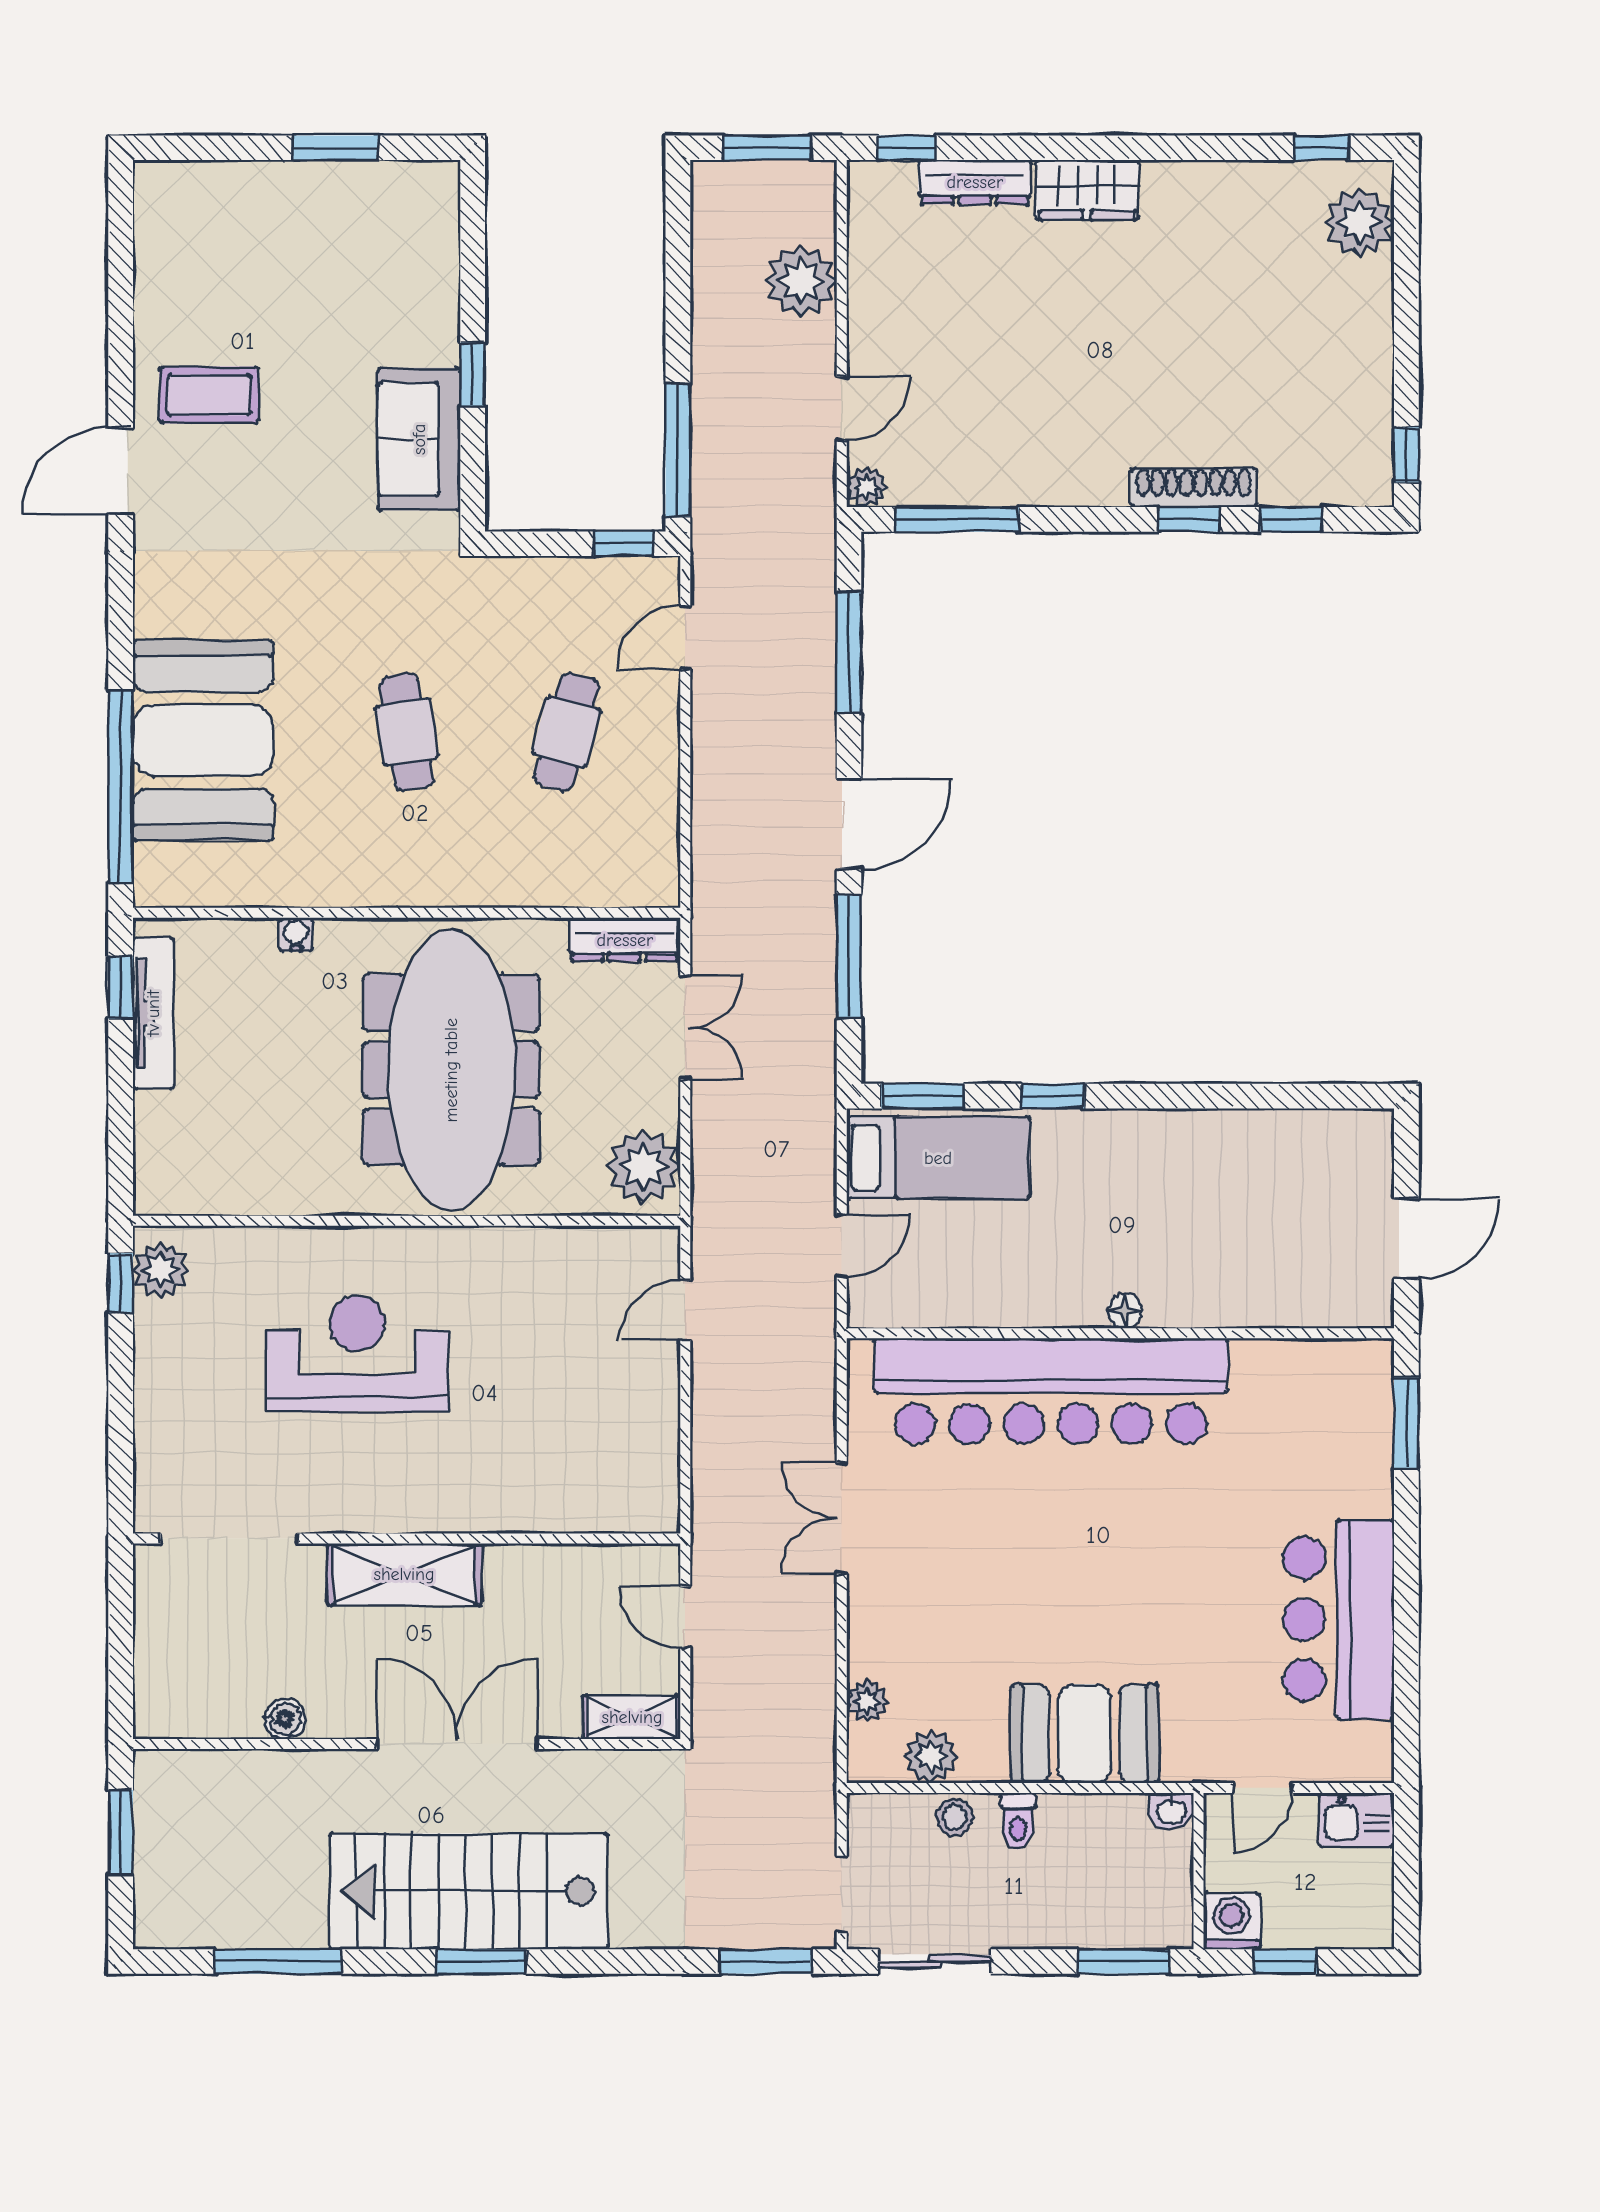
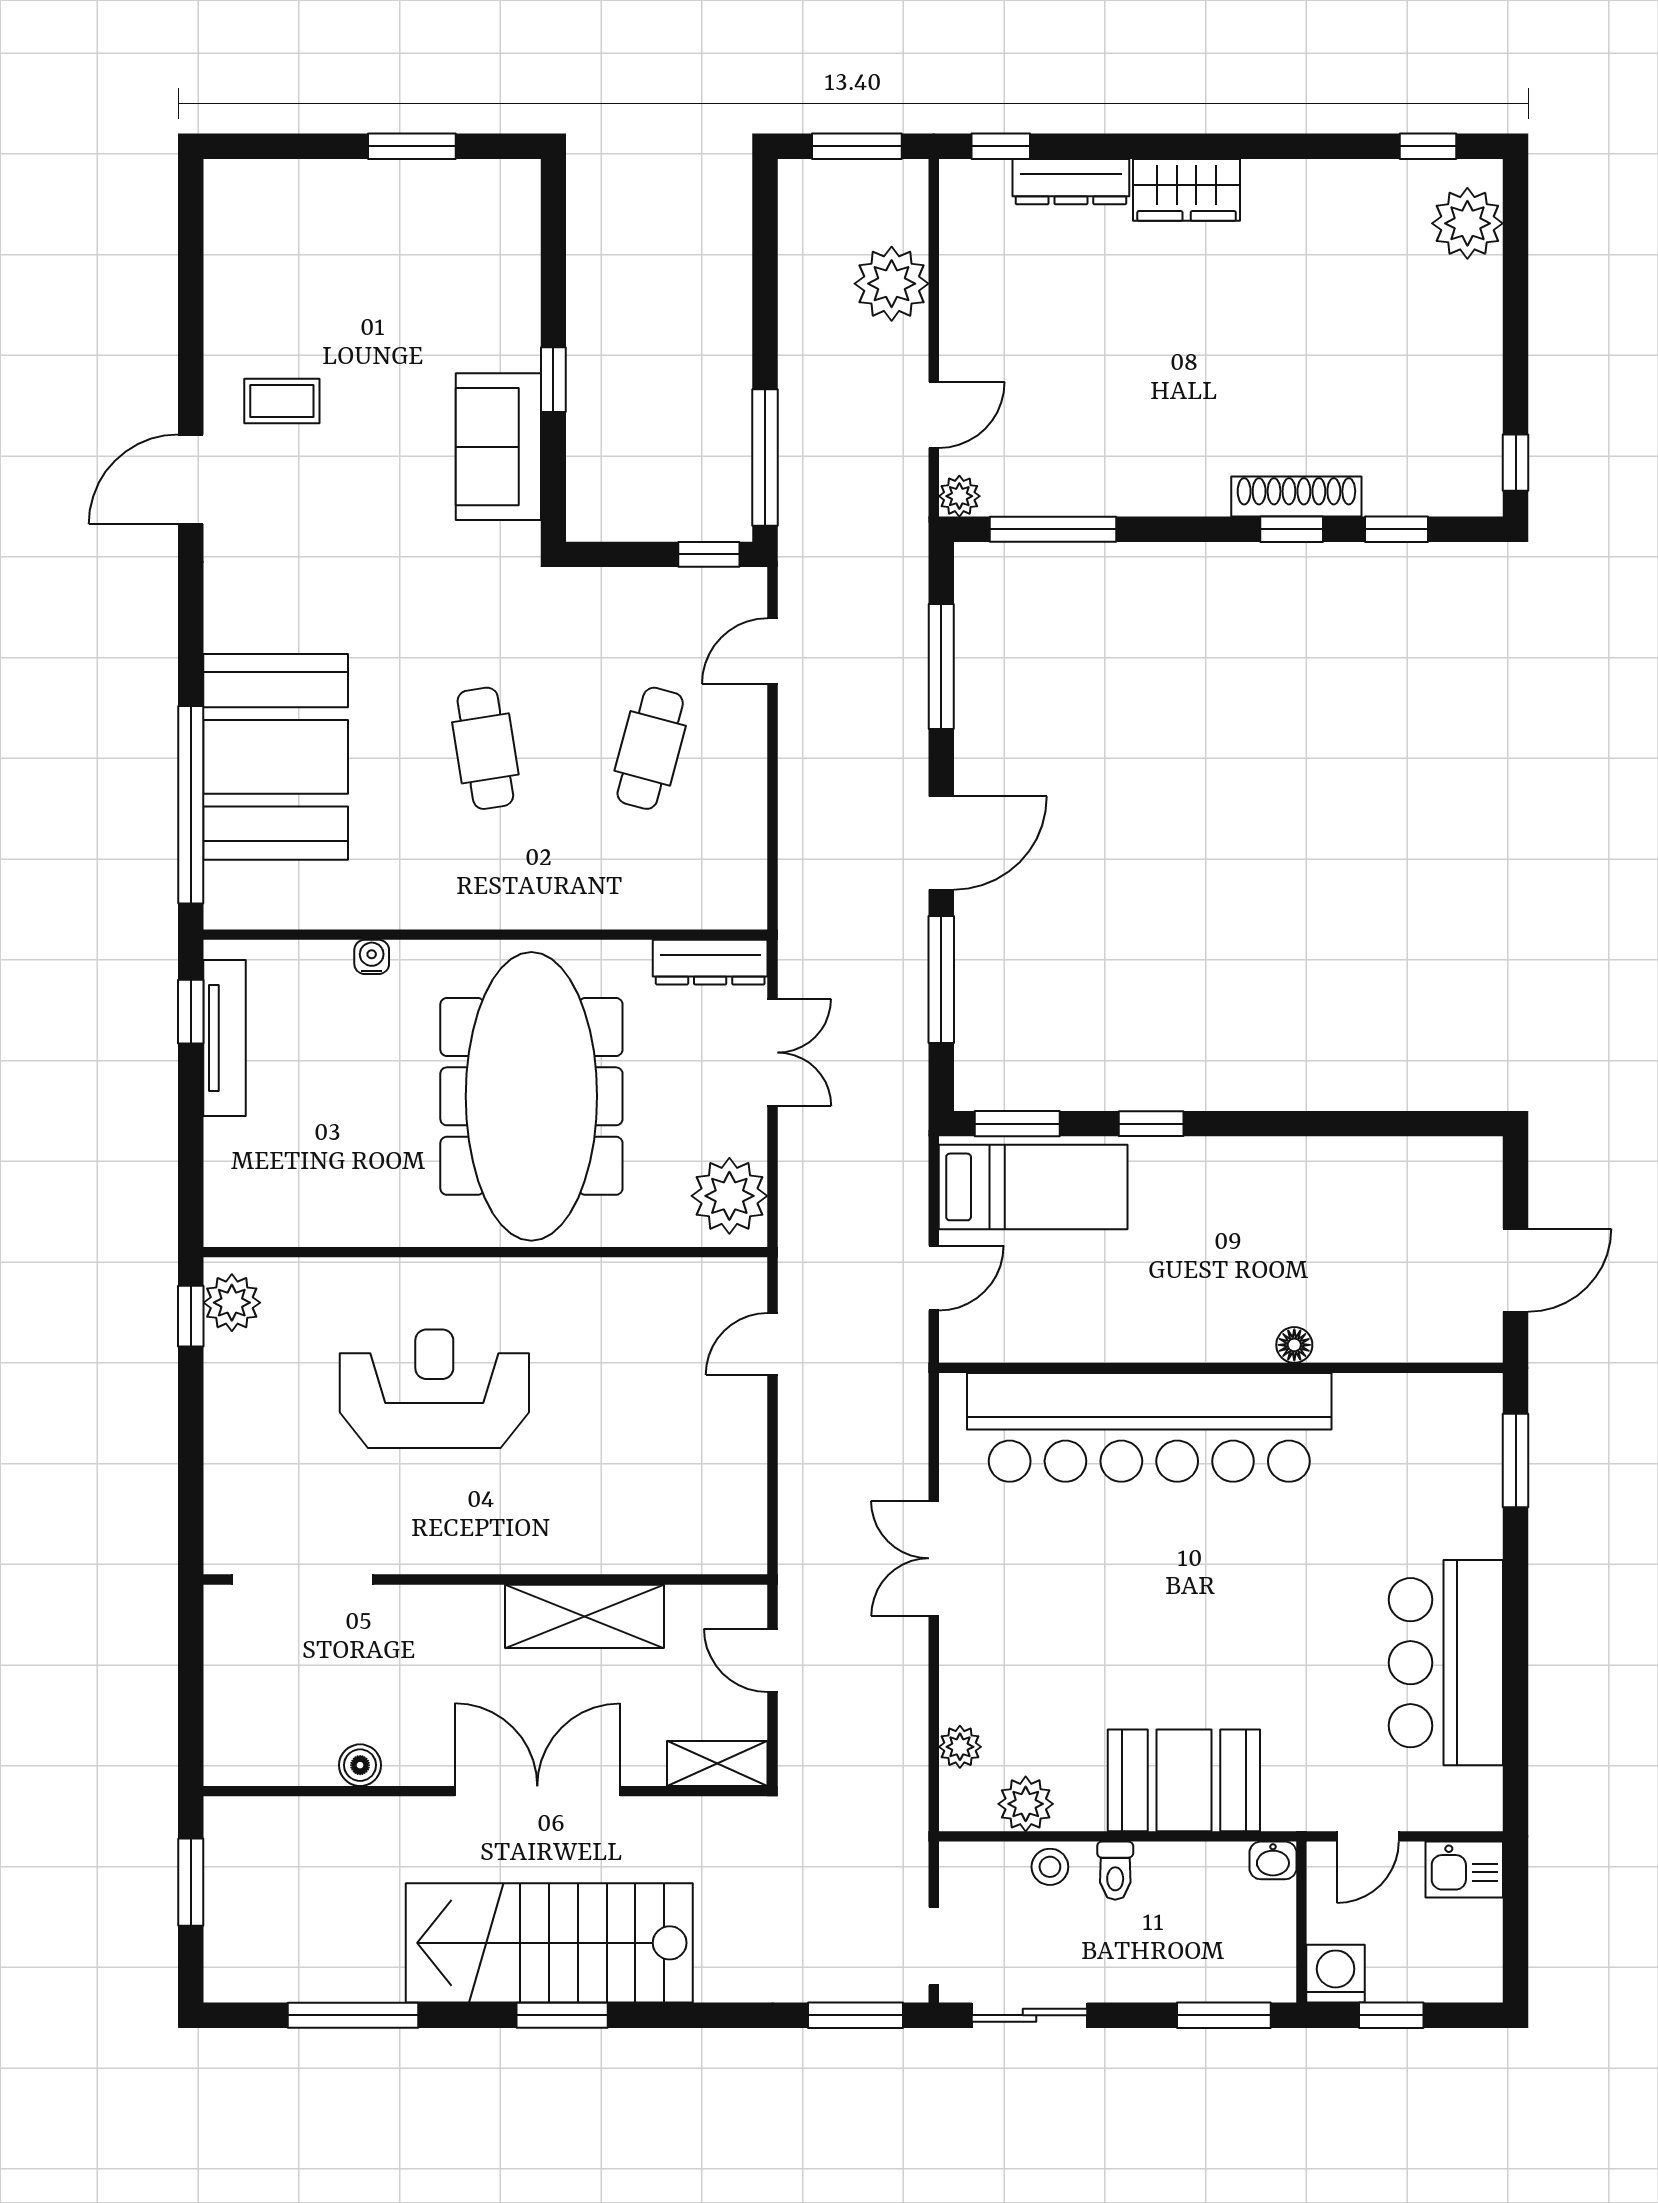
coffee table: (209, 395) -> (282, 401), width x0.73, depth x0.77
floor lamp: (1125, 1311) -> (1294, 1345), moved
shelving: (404, 1574) -> (585, 1616), moved

